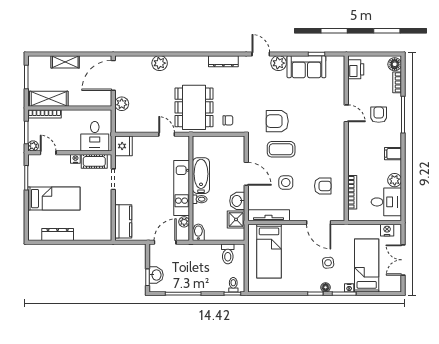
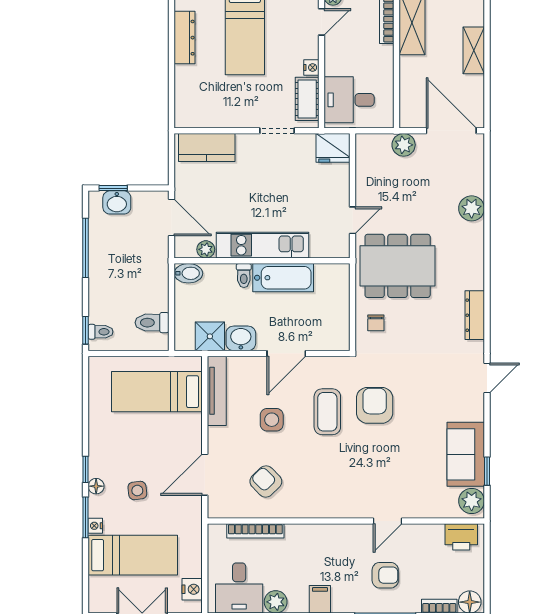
plant: (279, 63) -> (472, 501), moved
armchair: (323, 186) -> (266, 481), turned 136

